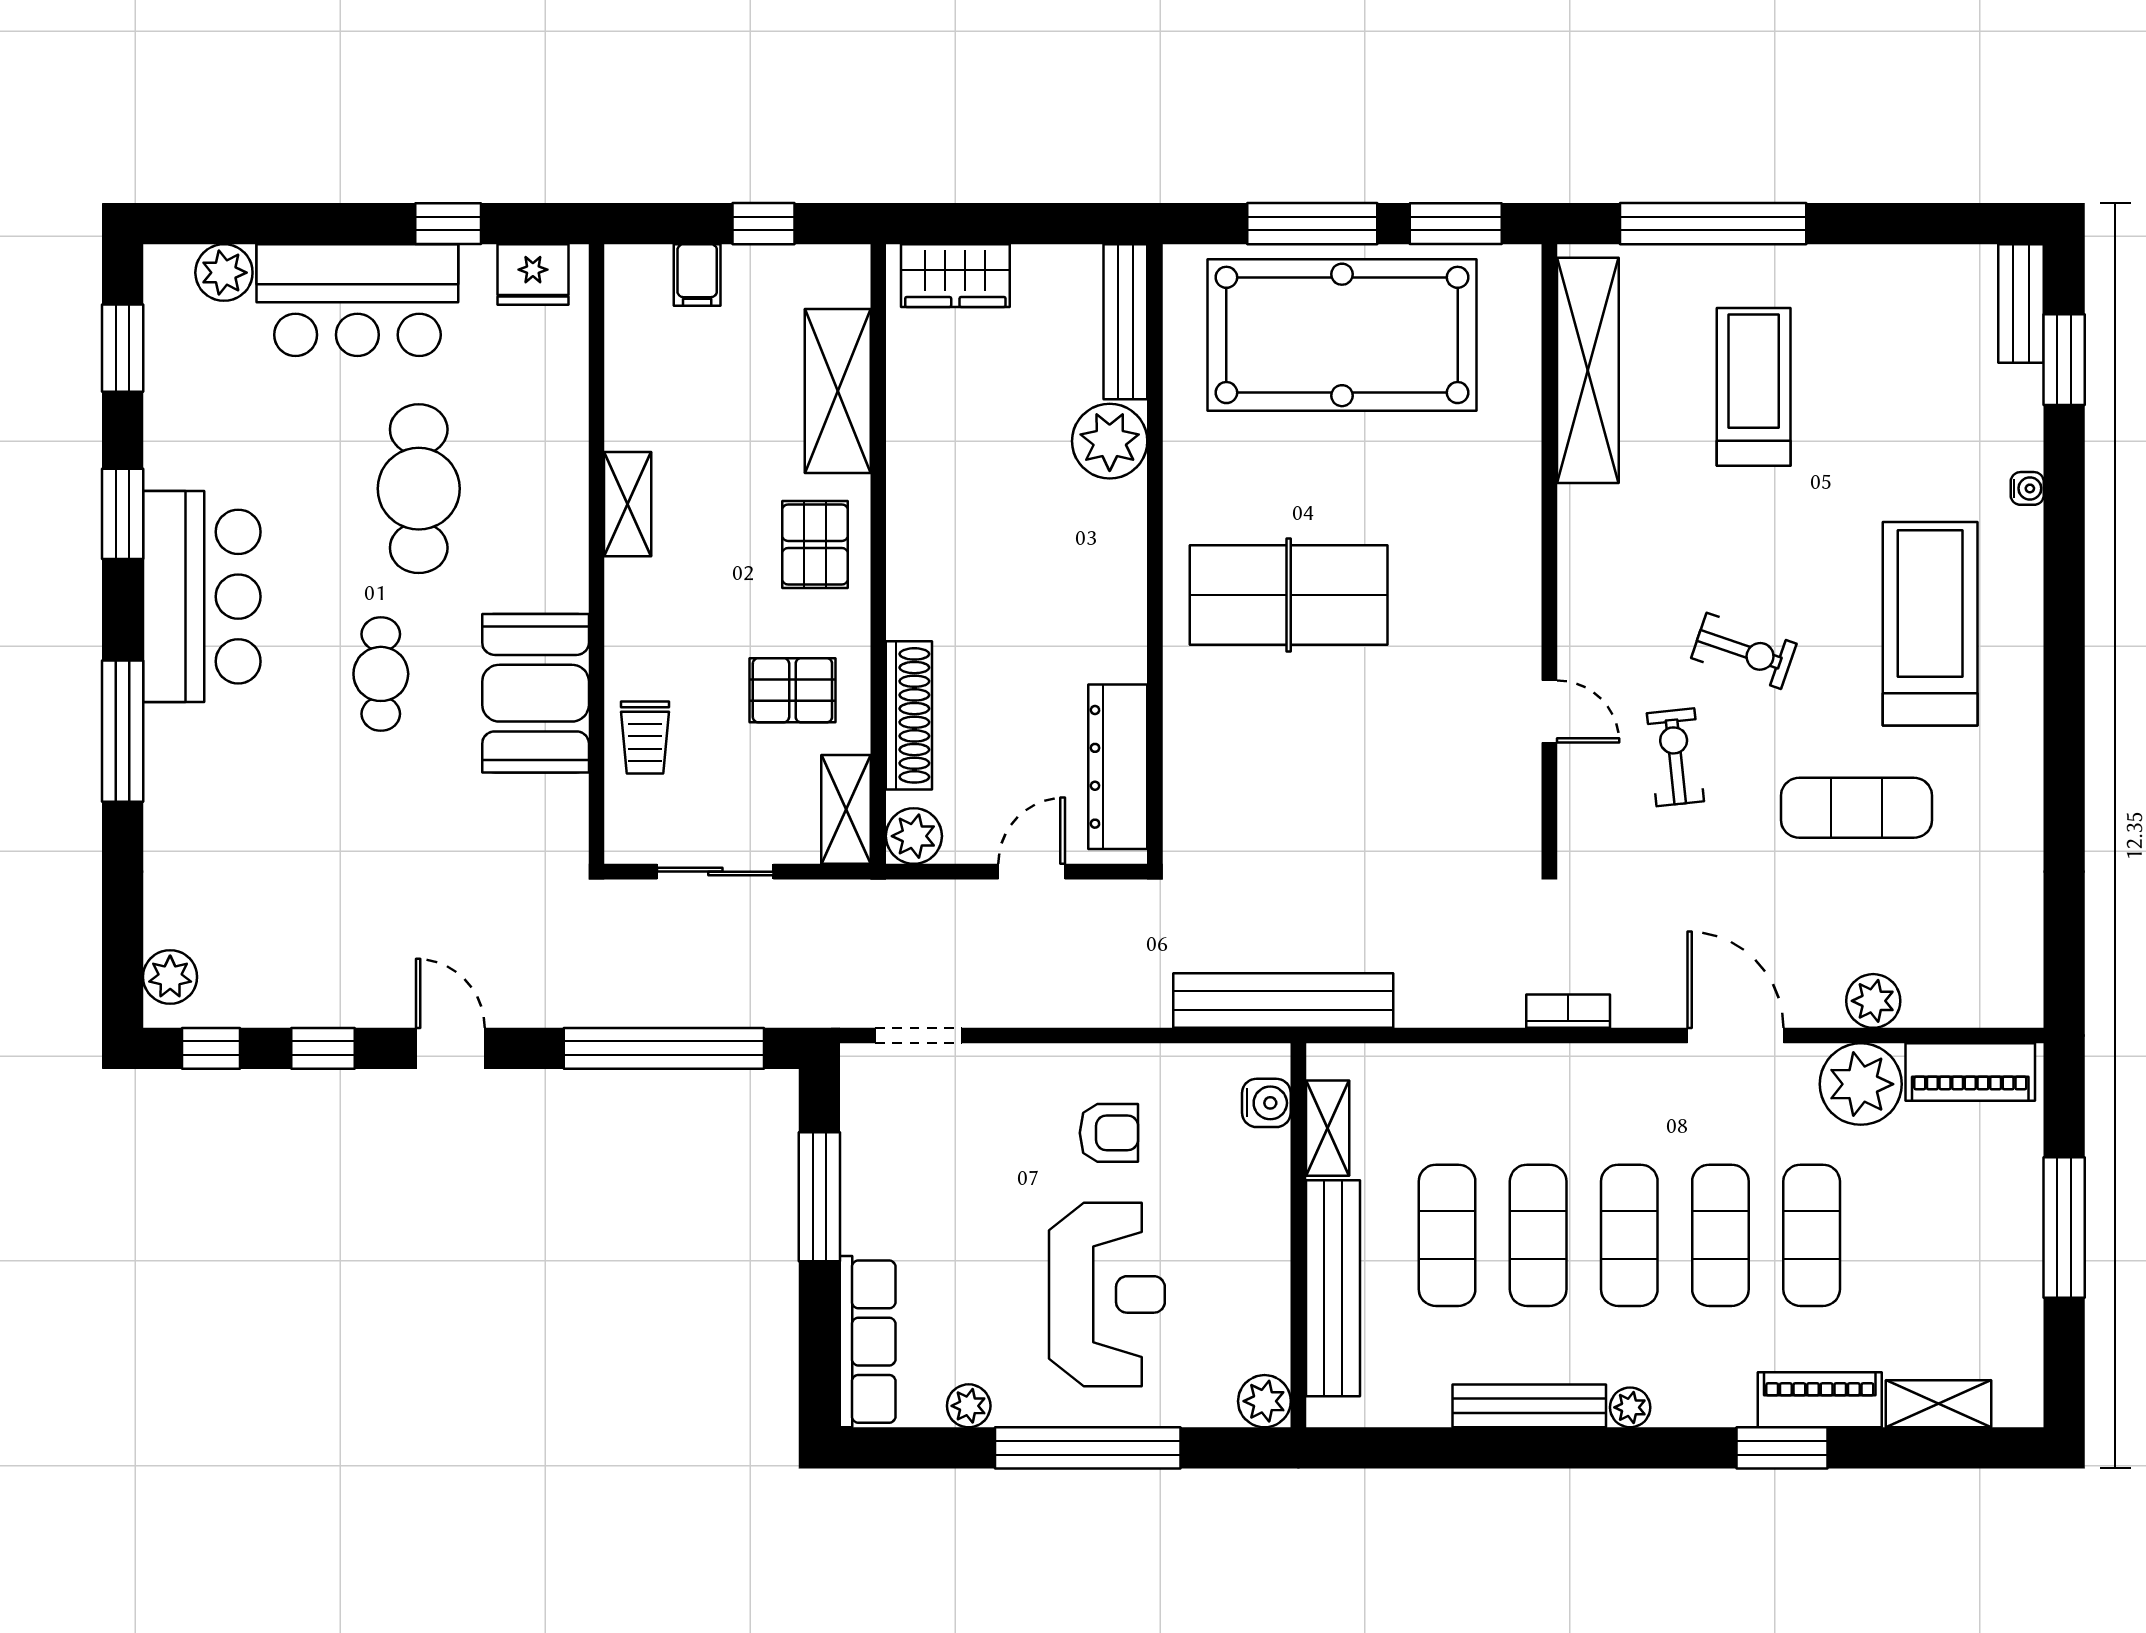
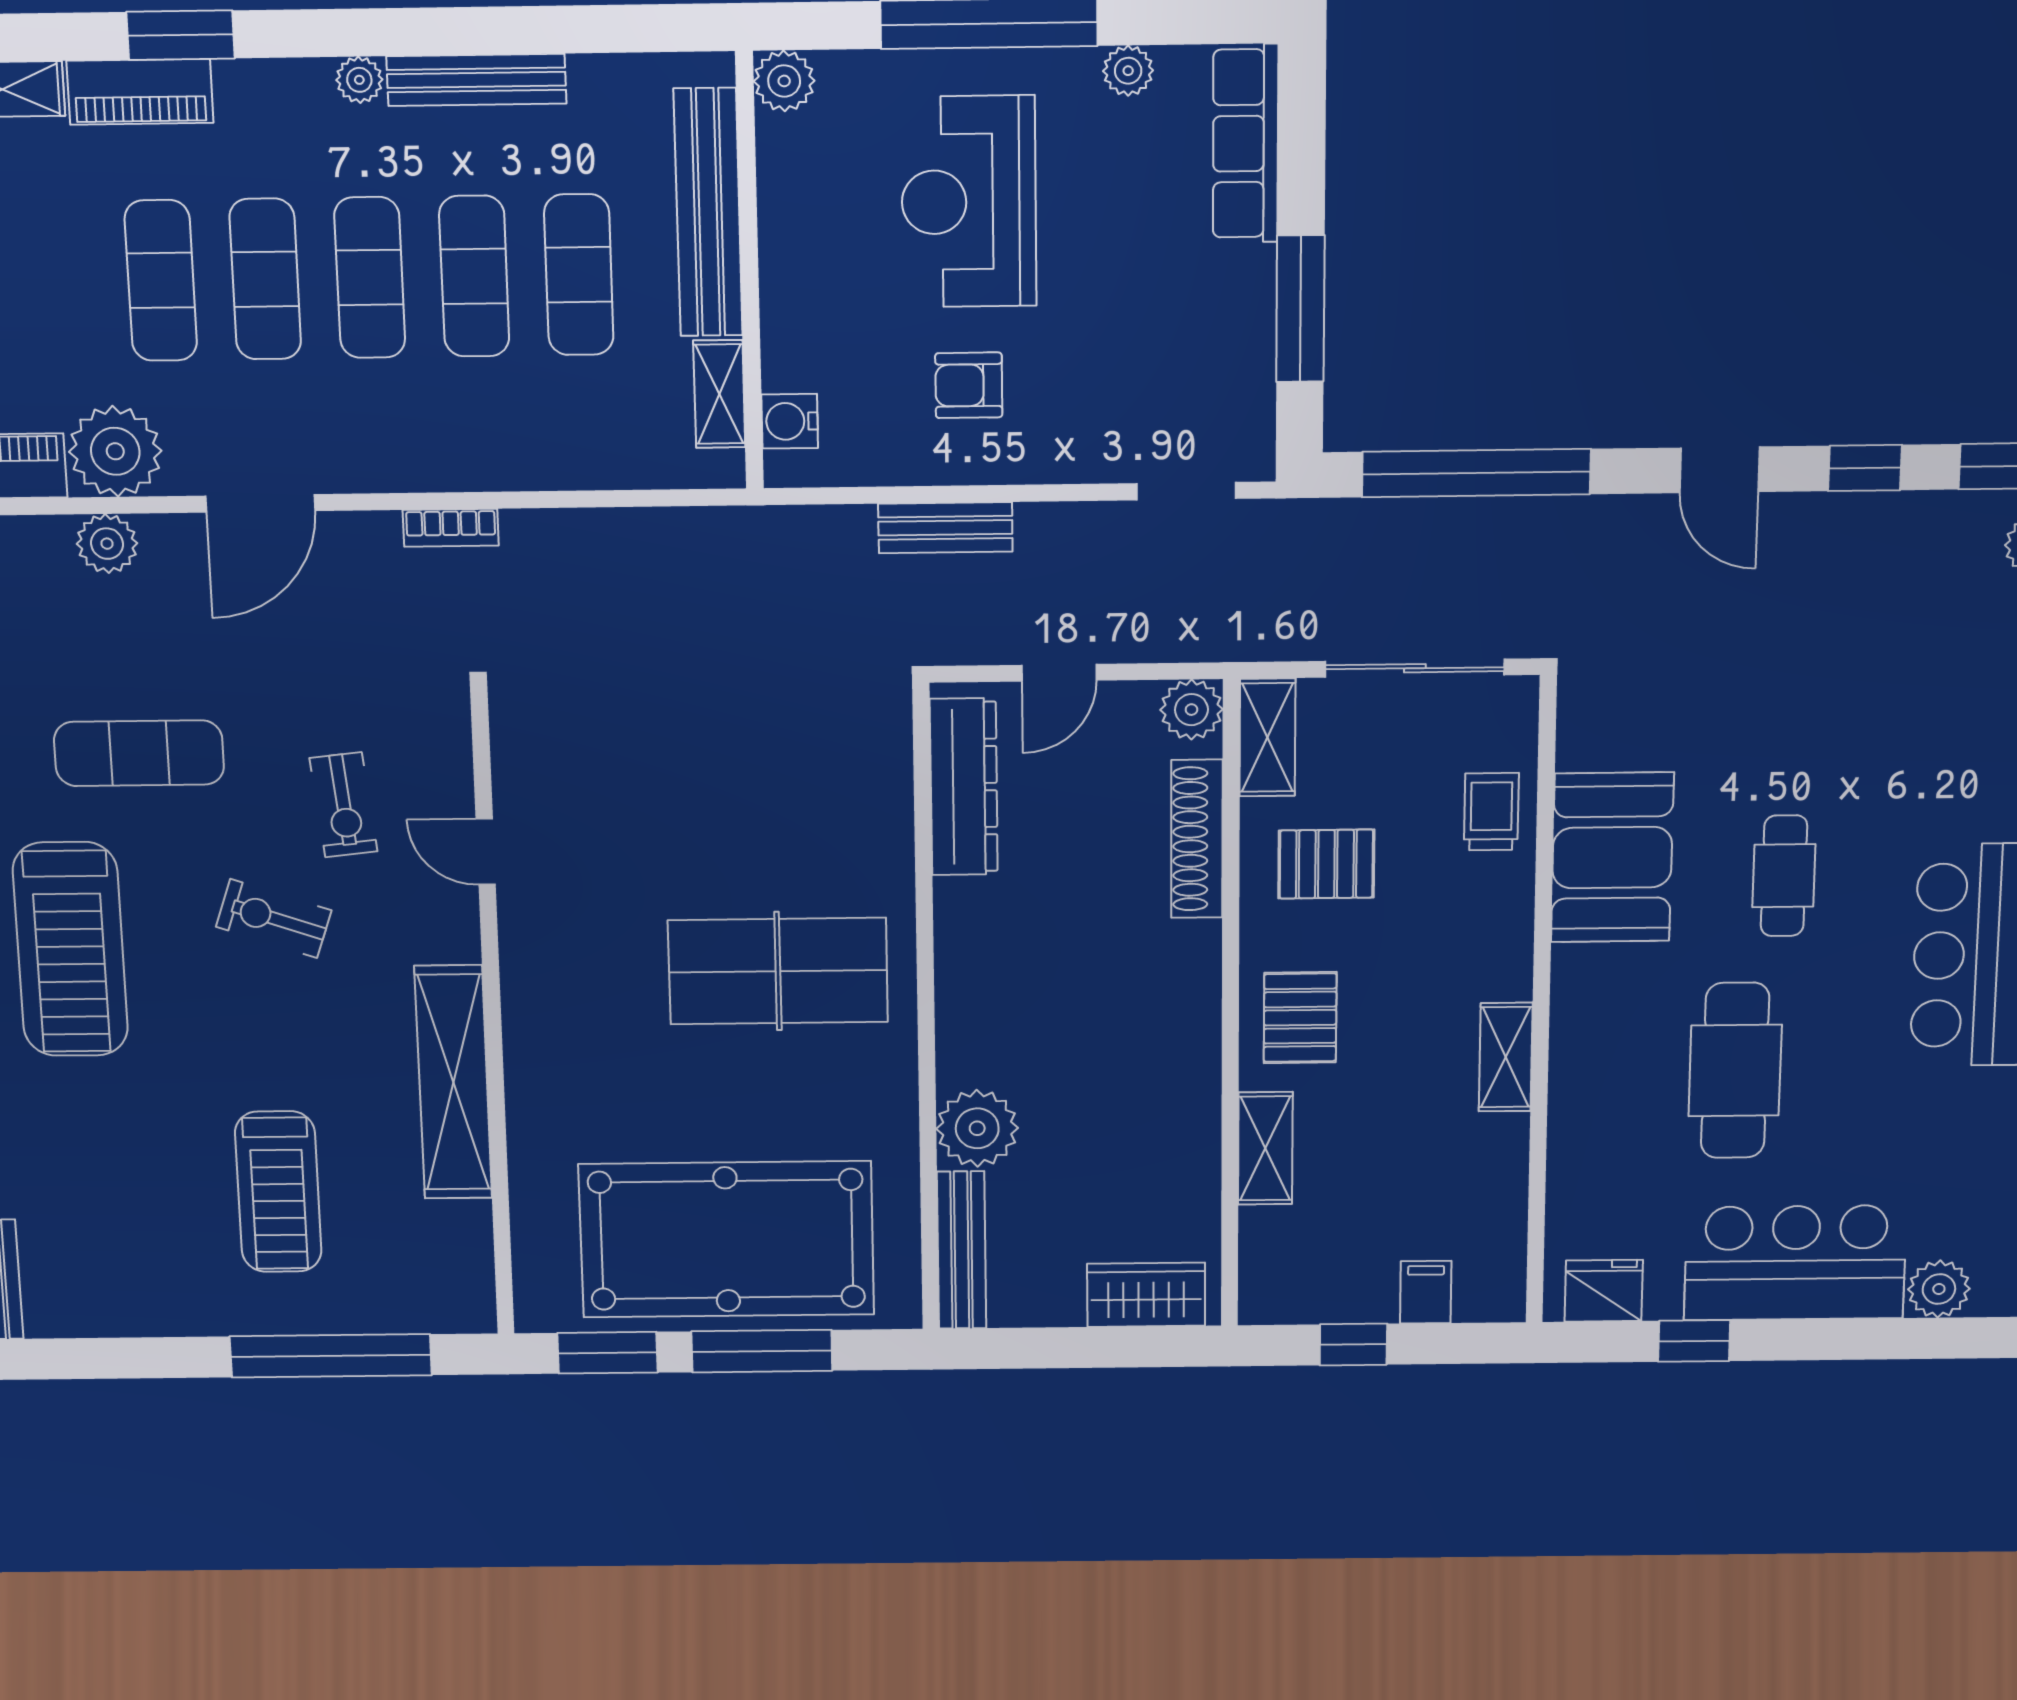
shelving: (1588, 370) -> (453, 1082), moved
shelving: (838, 391) -> (1265, 1148), width x0.67, depth x0.75
sliding door: (715, 872) -> (1415, 668), width x1.37
bench: (1283, 1000) -> (945, 528), moved, width x0.54, depth x0.82
door: (1735, 1036) -> (260, 503), hinge flipped

